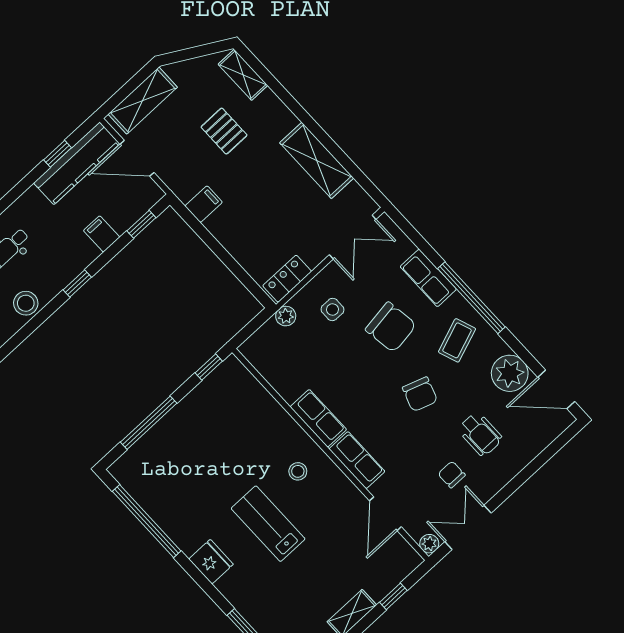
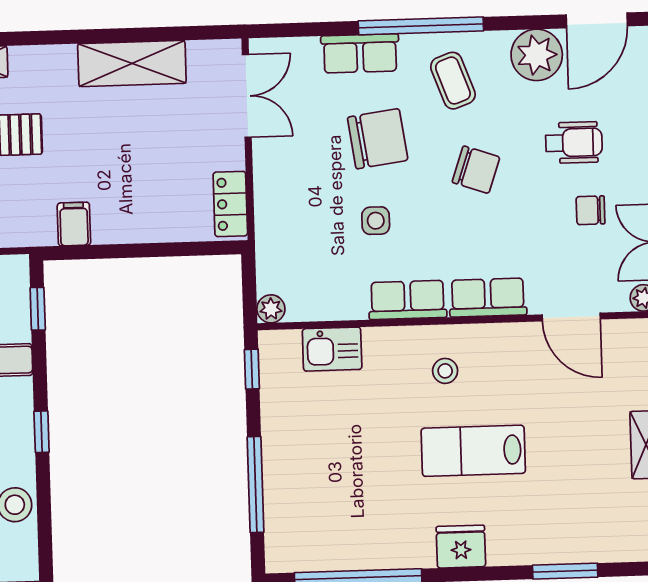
side table: (332, 309) -> (376, 221), moved
plant: (286, 316) -> (271, 309), moved
kitchen sink: (257, 401) -> (332, 349), added

